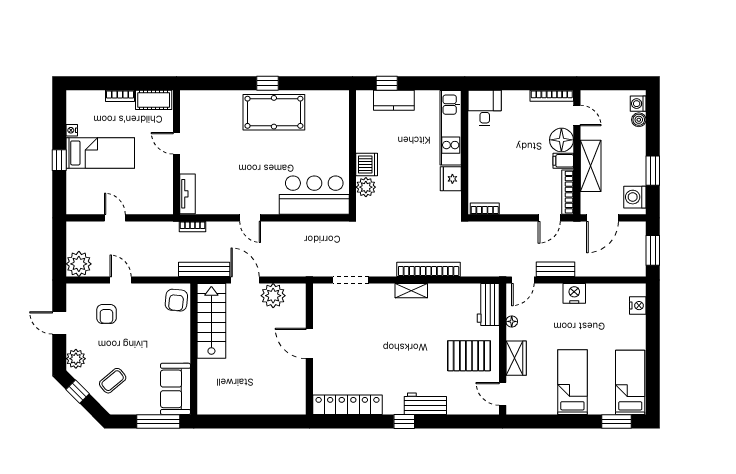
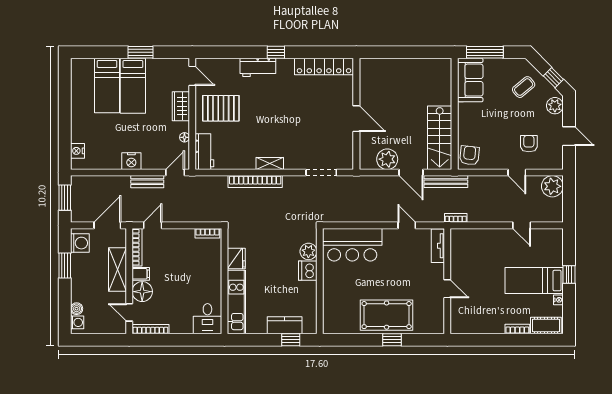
cot: (154, 100) -> (546, 326), moved
door: (177, 143) -> (447, 289), moved
wall: (177, 152) -> (447, 281), moved
tv unit: (188, 194) -> (438, 246), moved
bed: (630, 382) -> (107, 86), moved
window: (616, 421) -> (141, 52), moved

